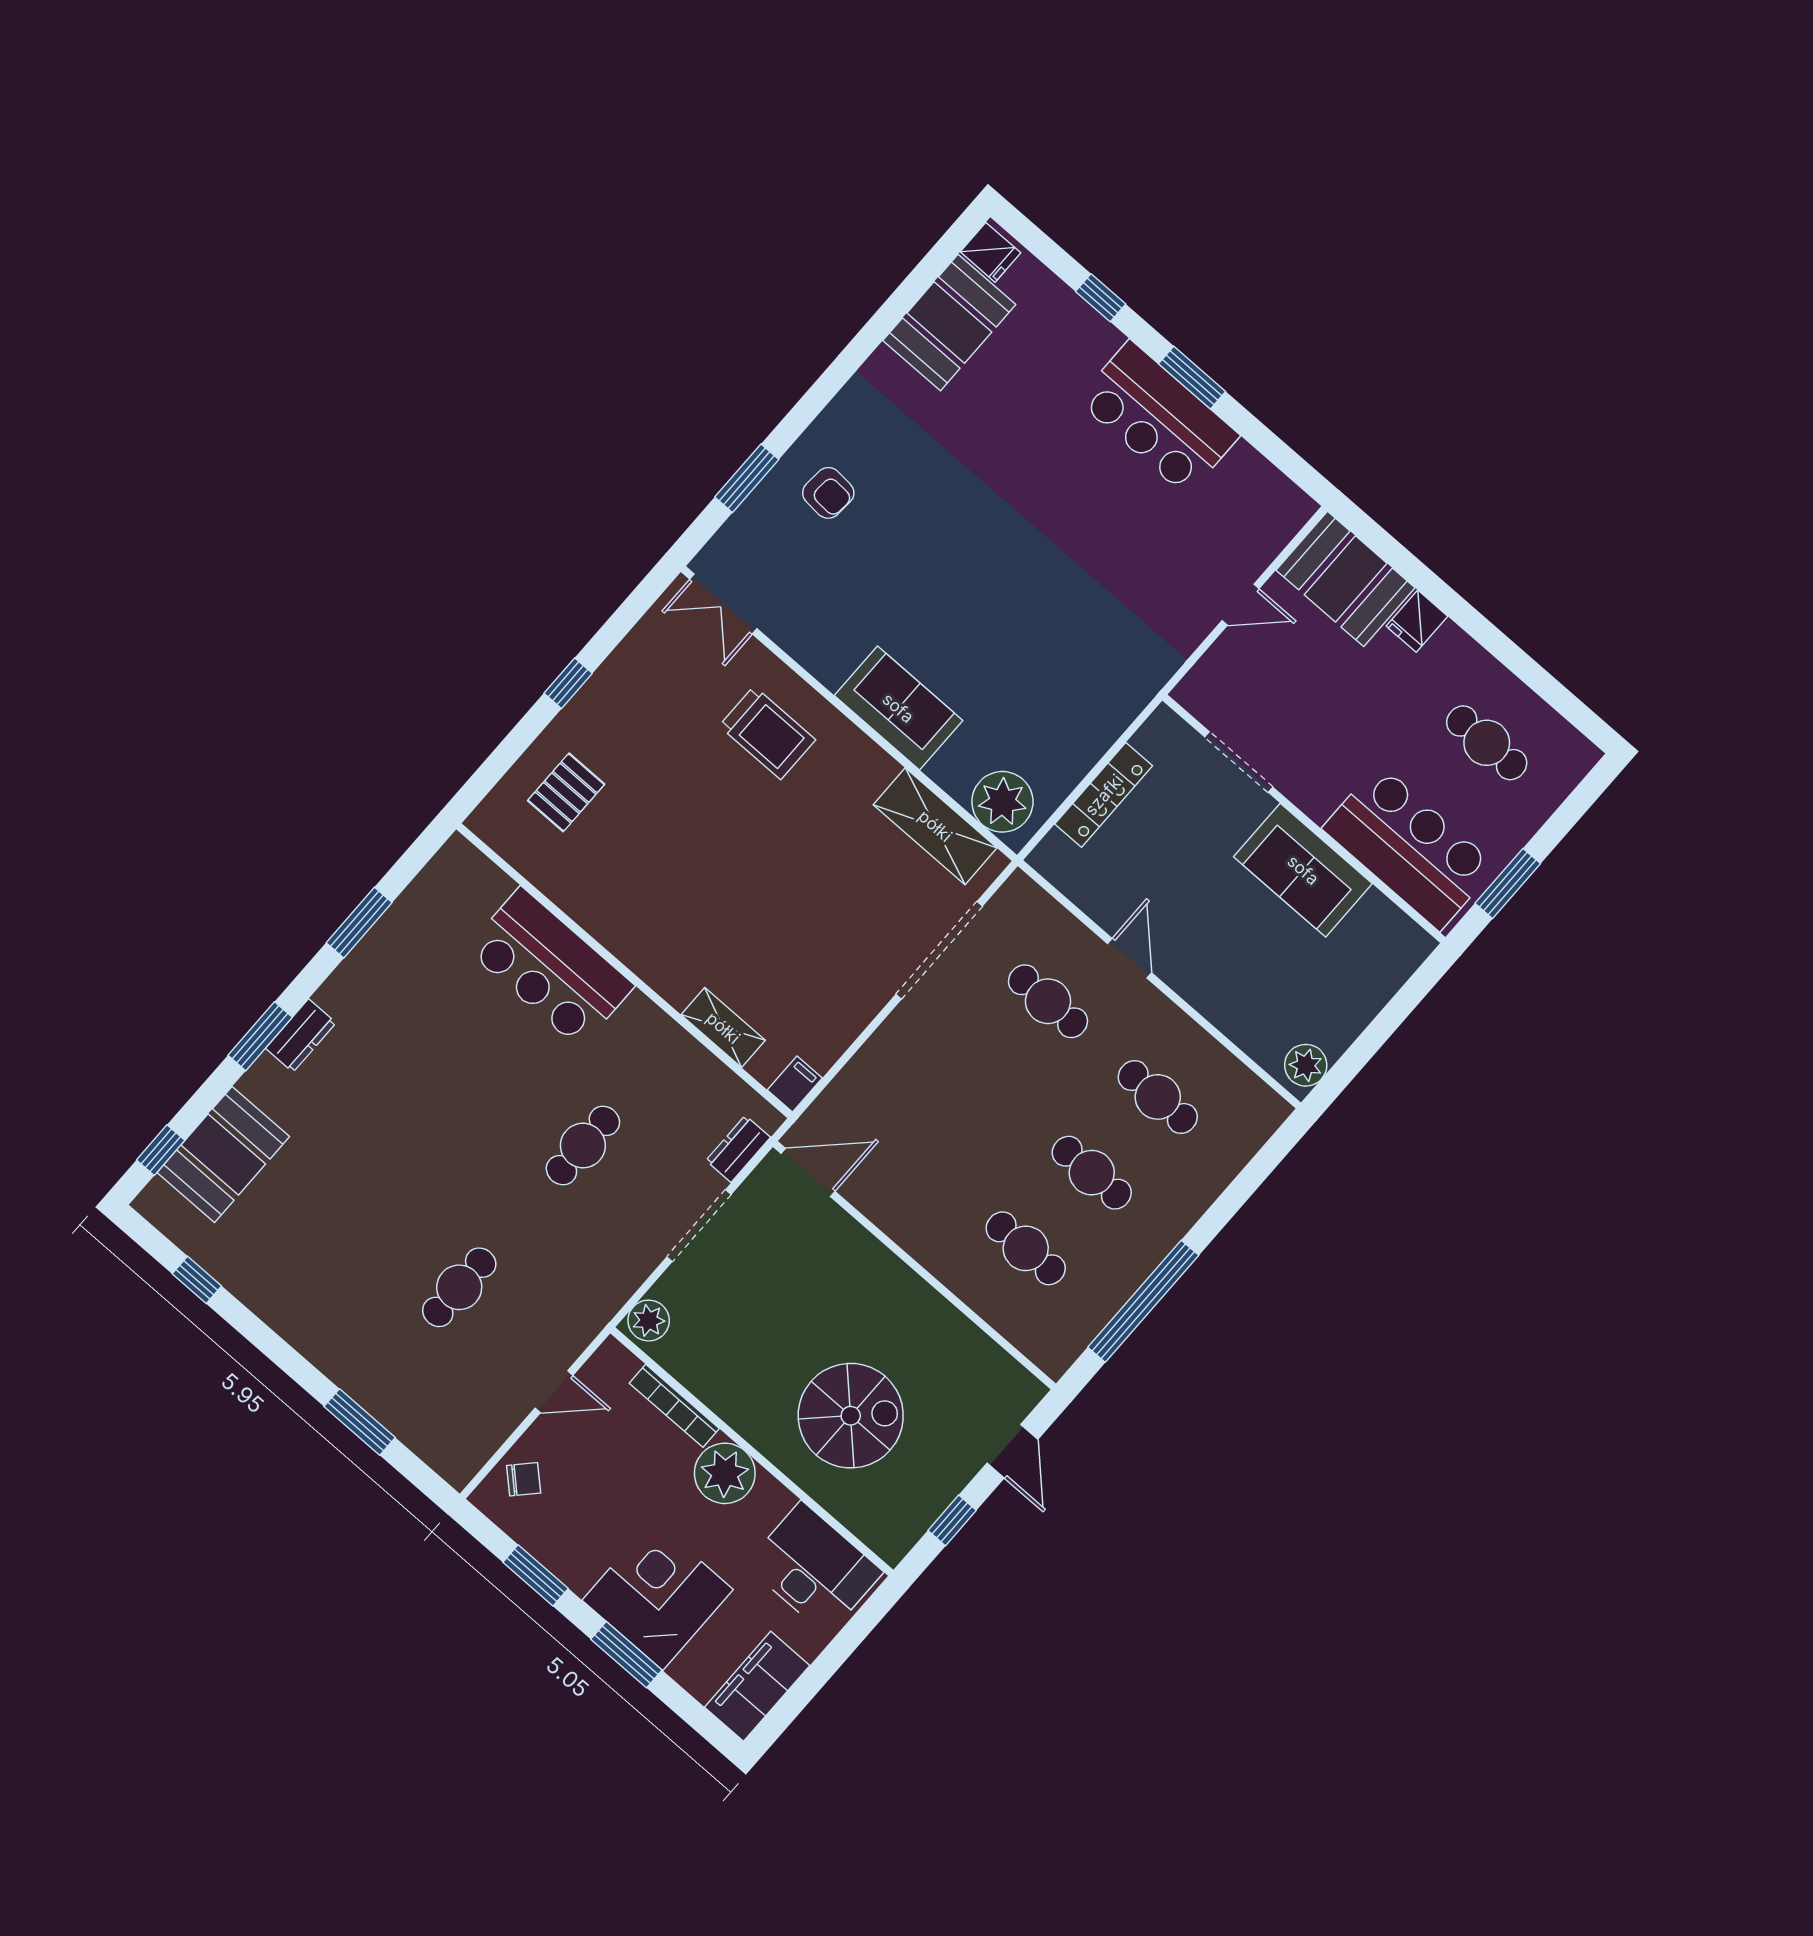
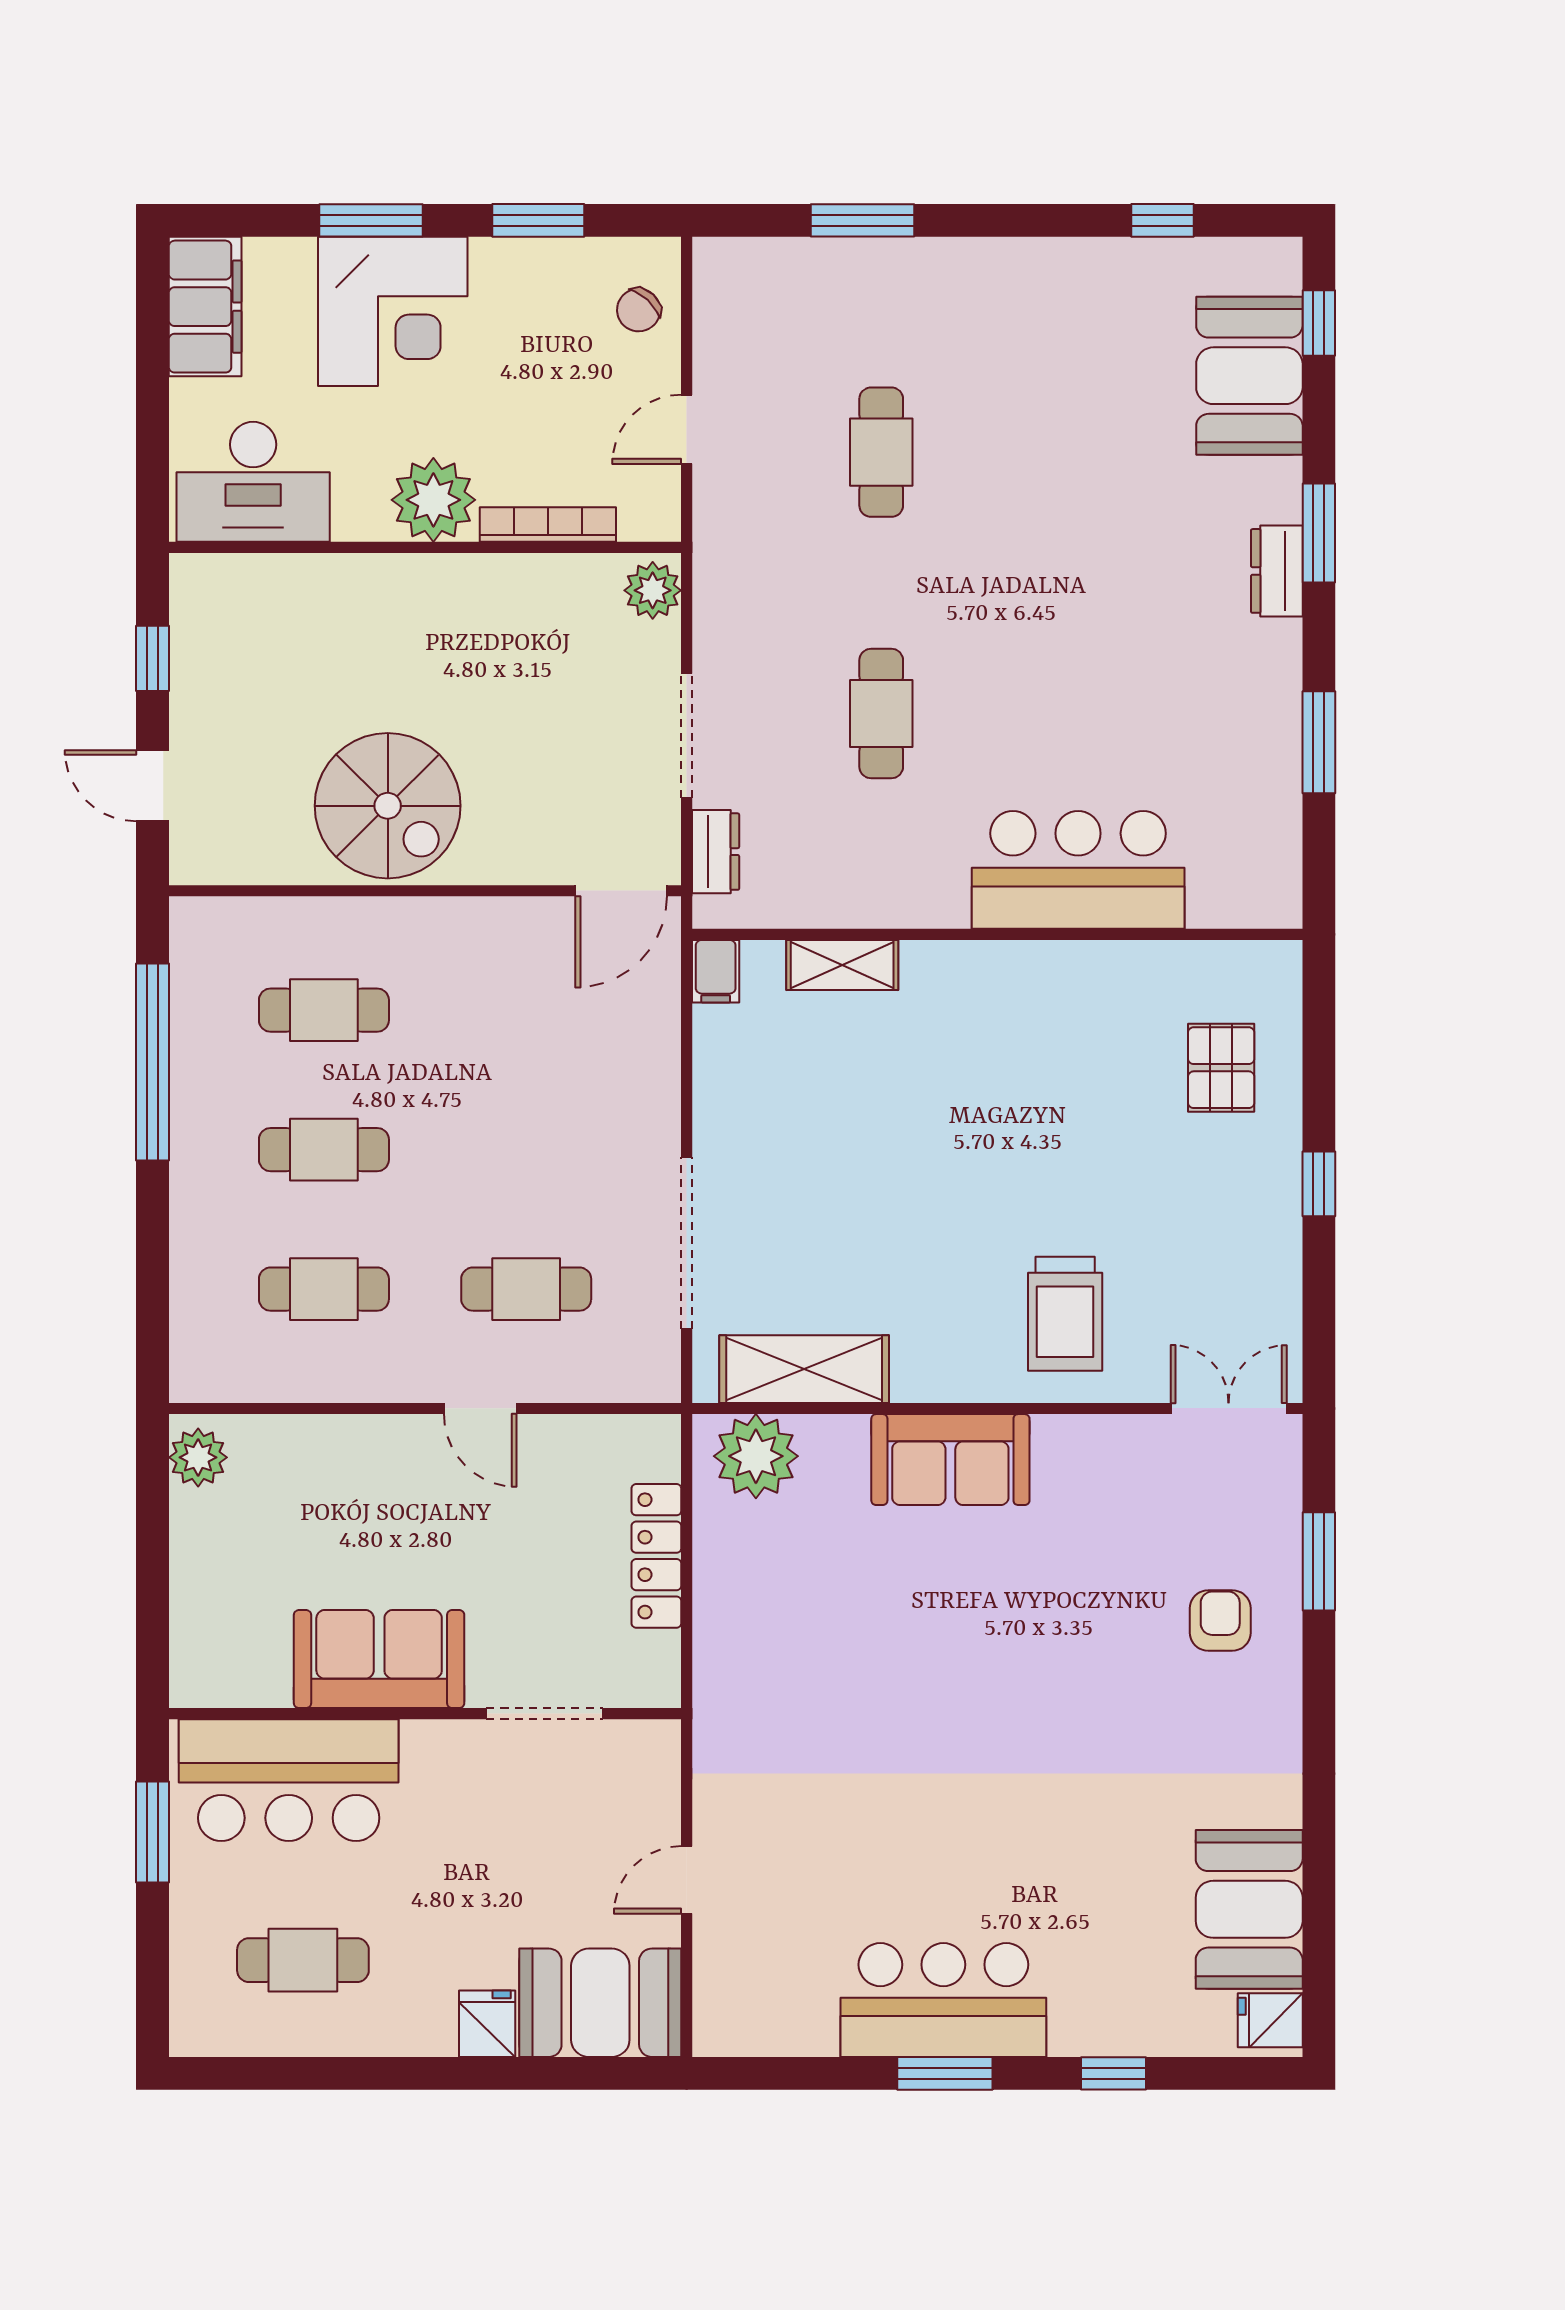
armchair: (828, 493) -> (1220, 1620), turned 86
trolley: (767, 733) -> (1065, 1314), turned -90
spiral stairs: (851, 1416) -> (388, 806), moved, turned -90

